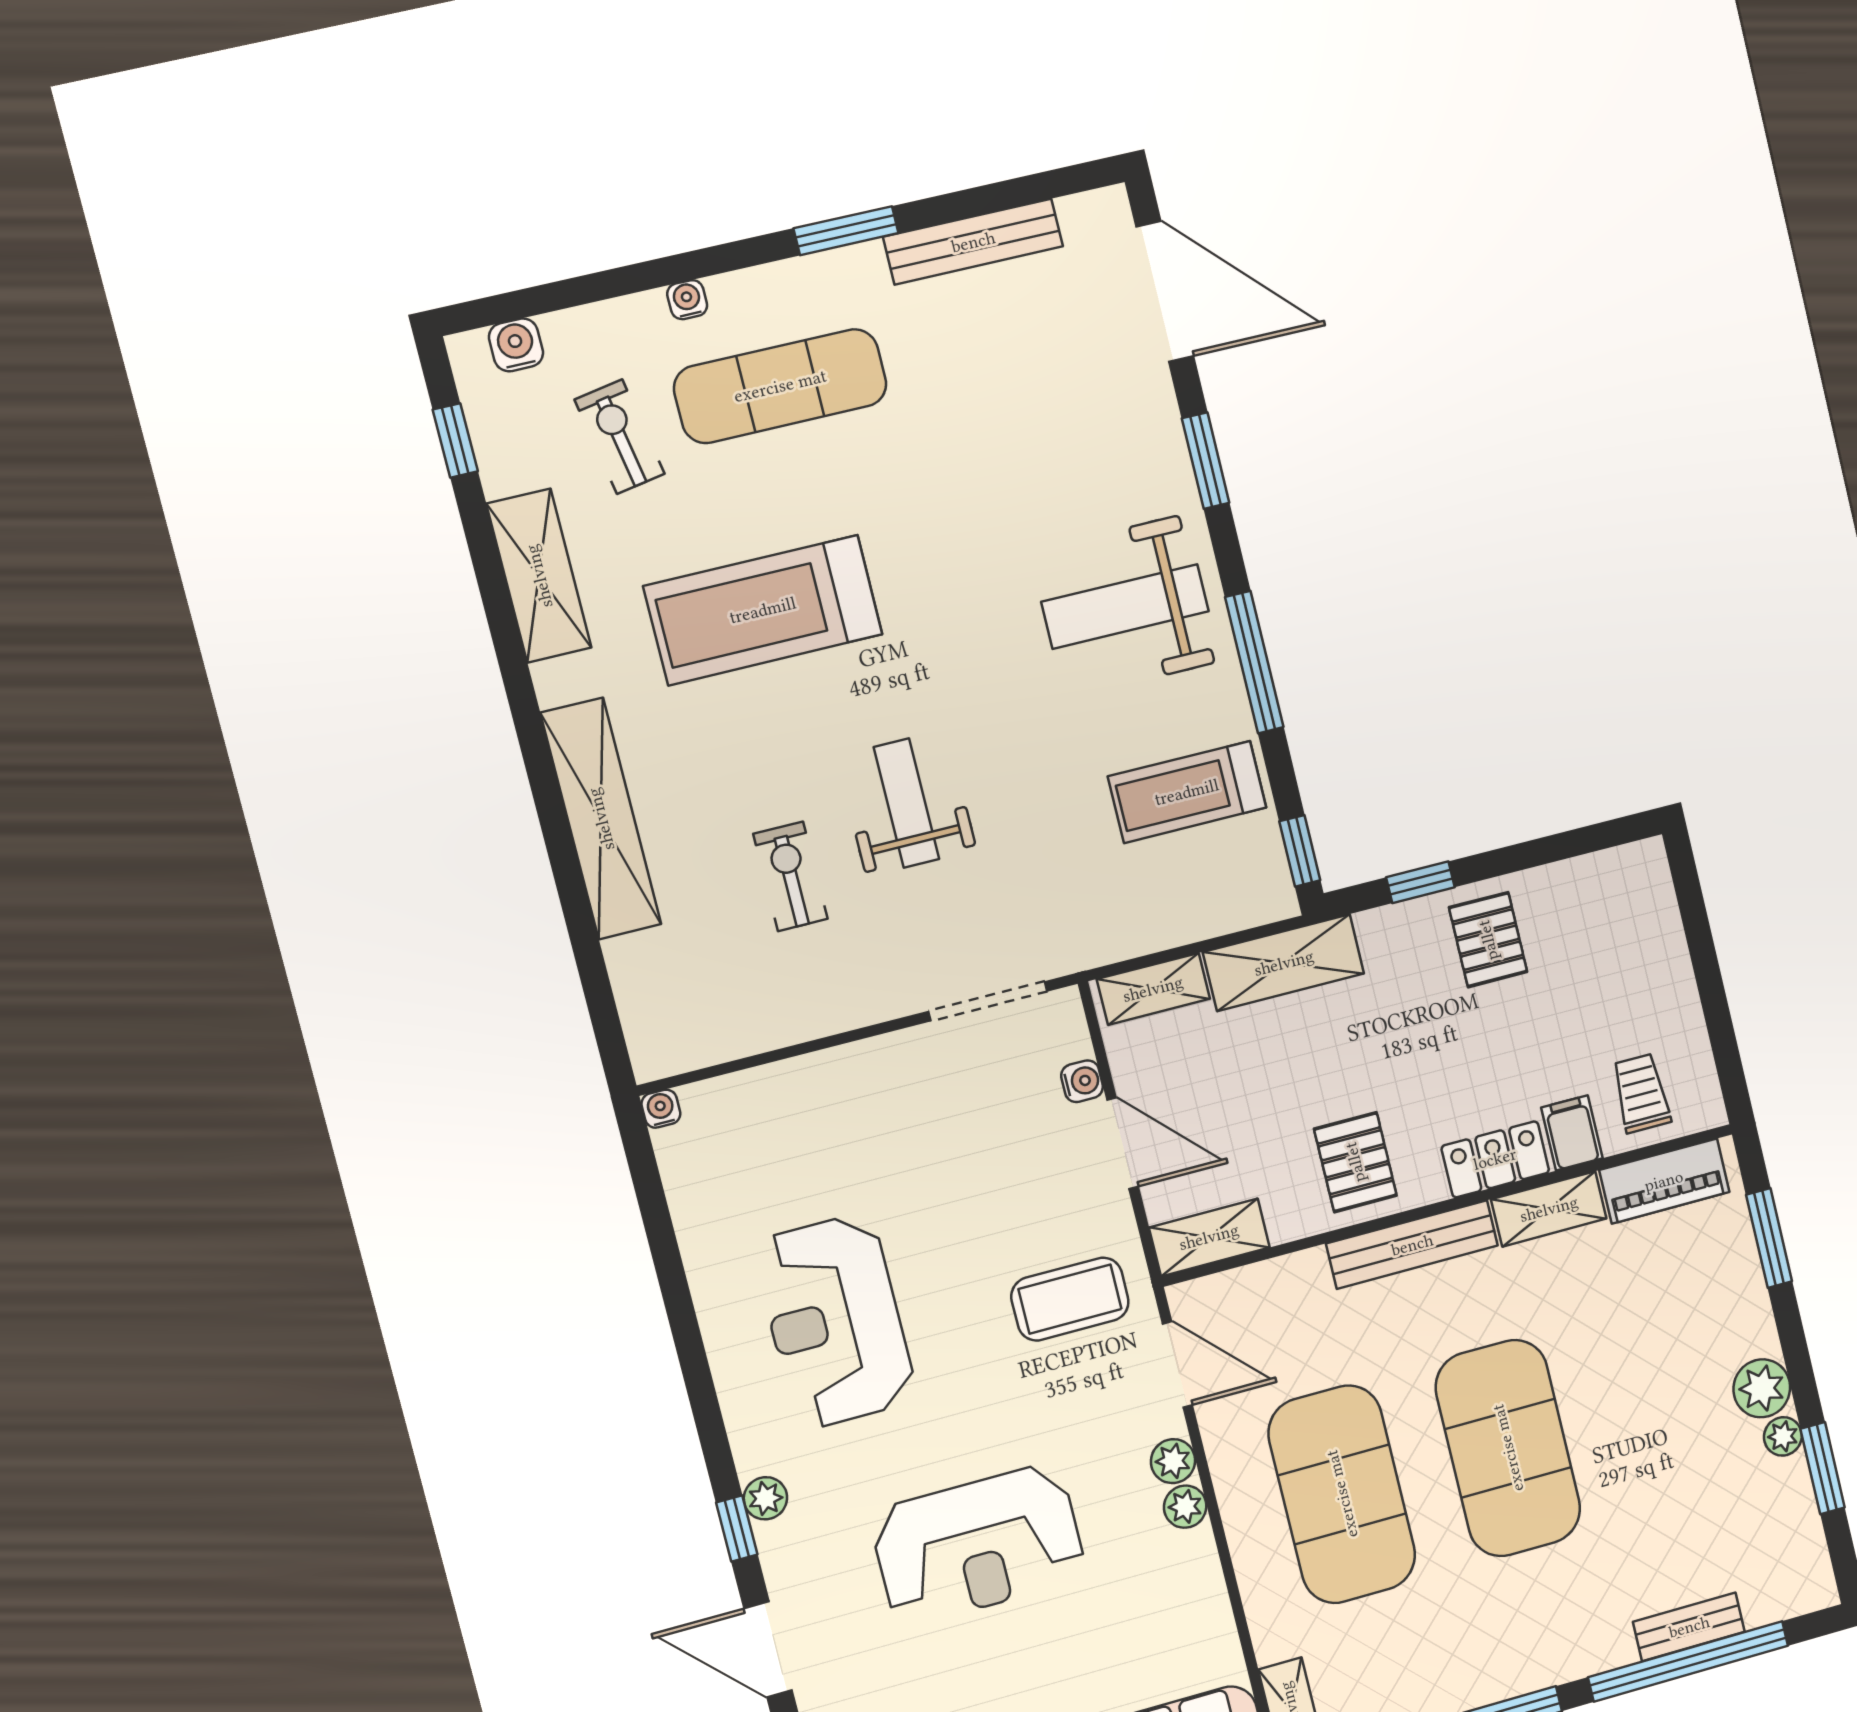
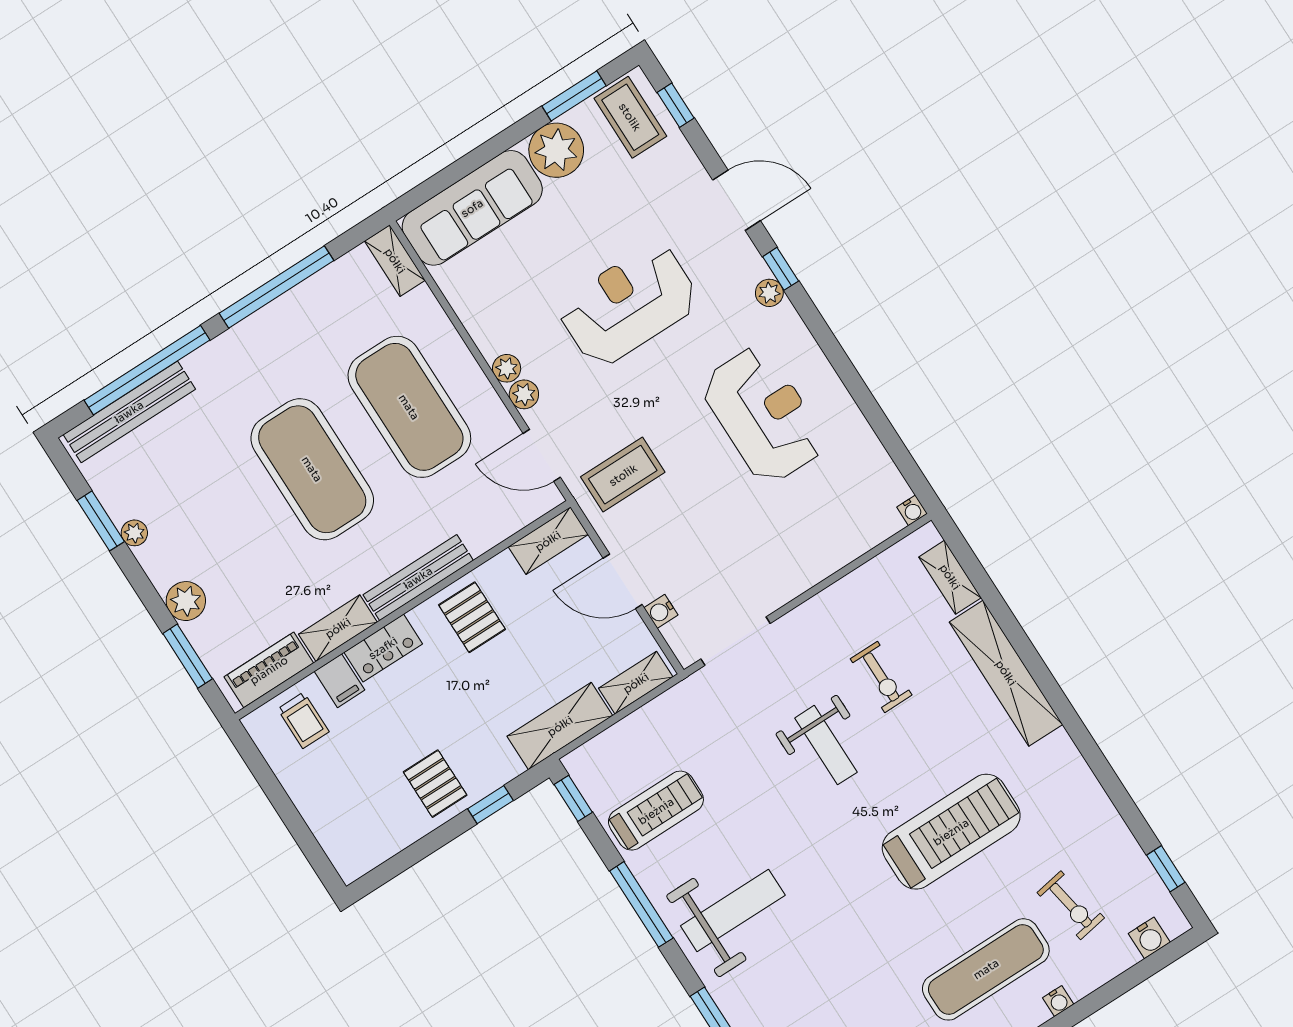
shelving: (539, 576) -> (950, 577), moved, width x0.67, depth x0.75
plant: (1762, 1388) -> (186, 601), moved
bench: (1689, 1627) -> (129, 412), width x1.86, depth x1.21

